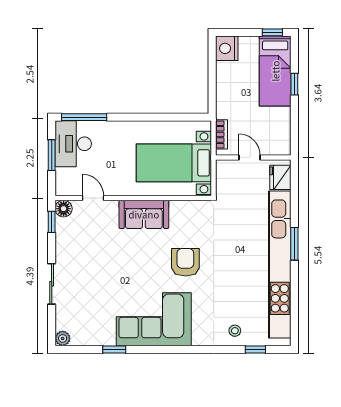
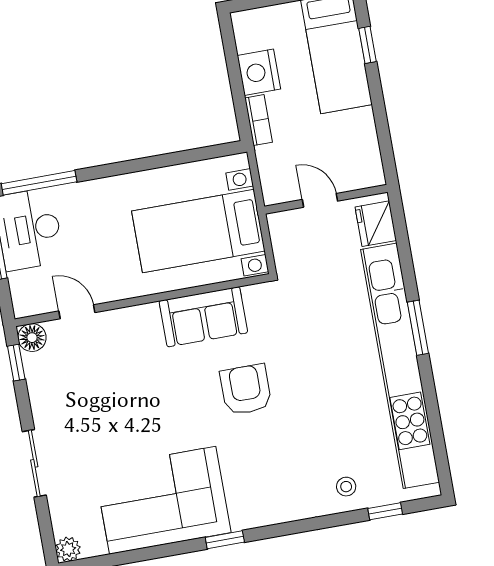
nightstand: (227, 48) -> (259, 72), moved
window: (294, 84) -> (368, 45), moved
bookcase: (222, 134) -> (259, 120), moved
sofa: (144, 214) -> (203, 317), moved
corner sofa: (154, 319) -> (163, 500), moved
window: (114, 350) -> (225, 540), moved

